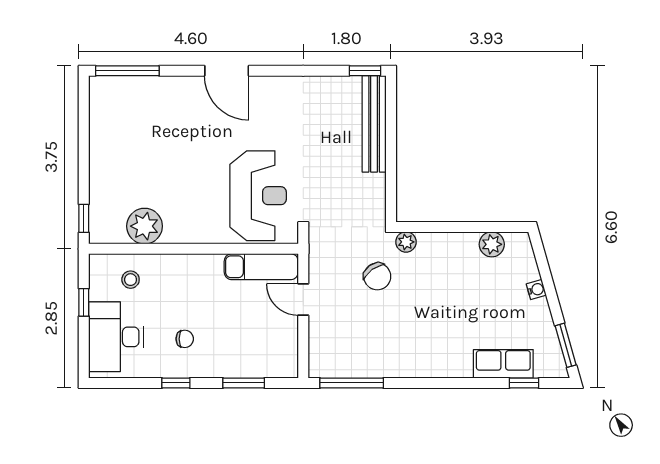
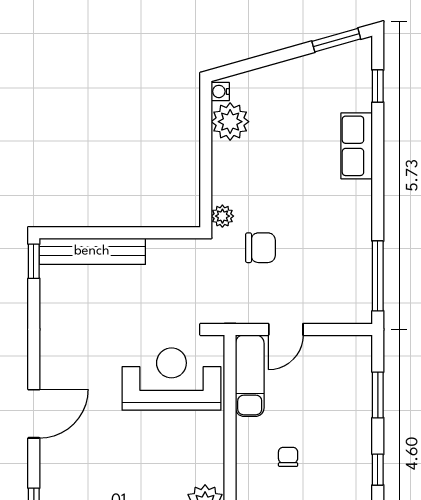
plant: (492, 244) -> (230, 122), width x1.36, depth x1.36
chair: (377, 276) -> (260, 248), turned 36
water cooler: (536, 290) -> (220, 91), moved, turned -74
chair: (185, 339) -> (288, 457), moved
row of seats: (503, 364) -> (357, 146), moved

